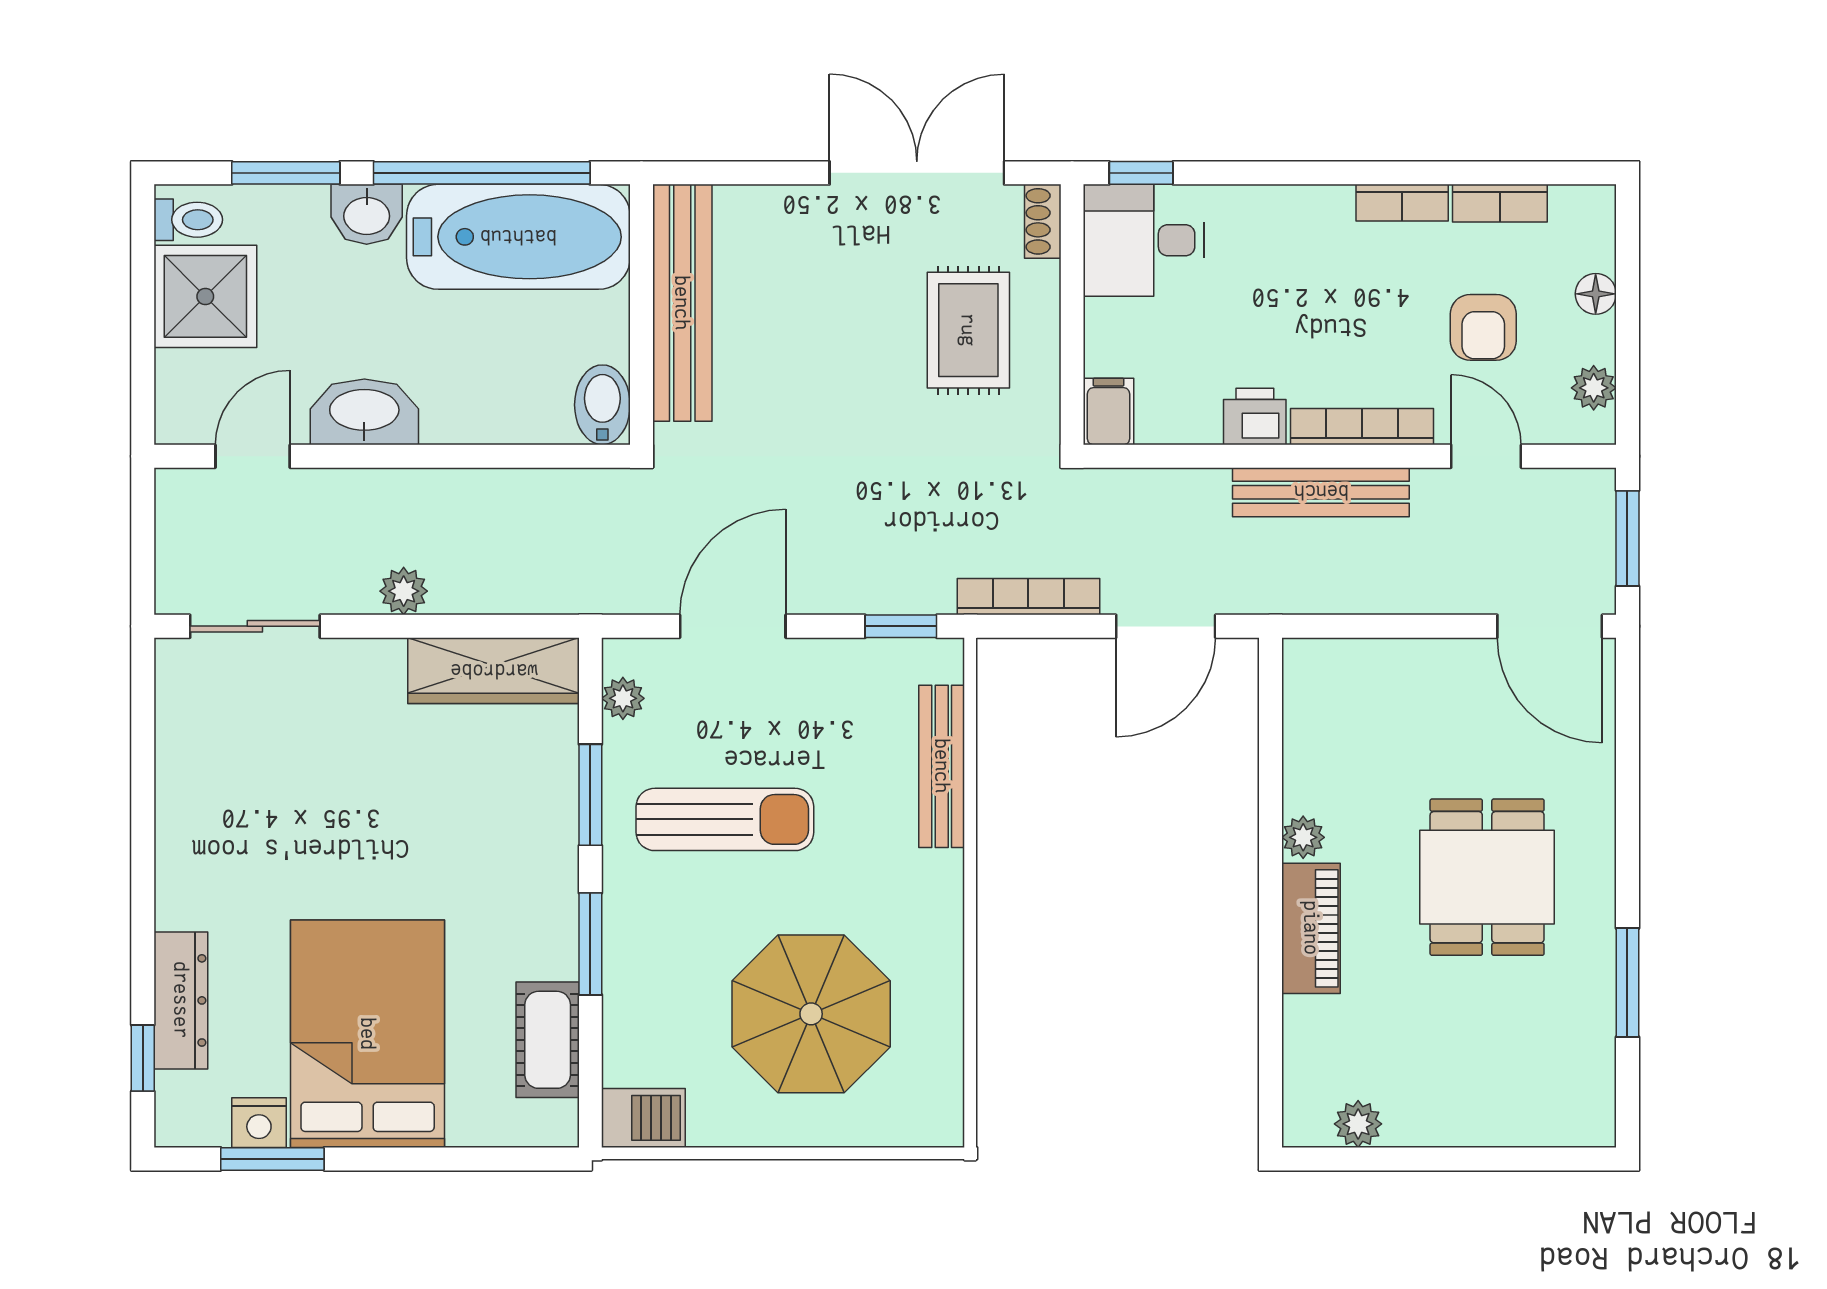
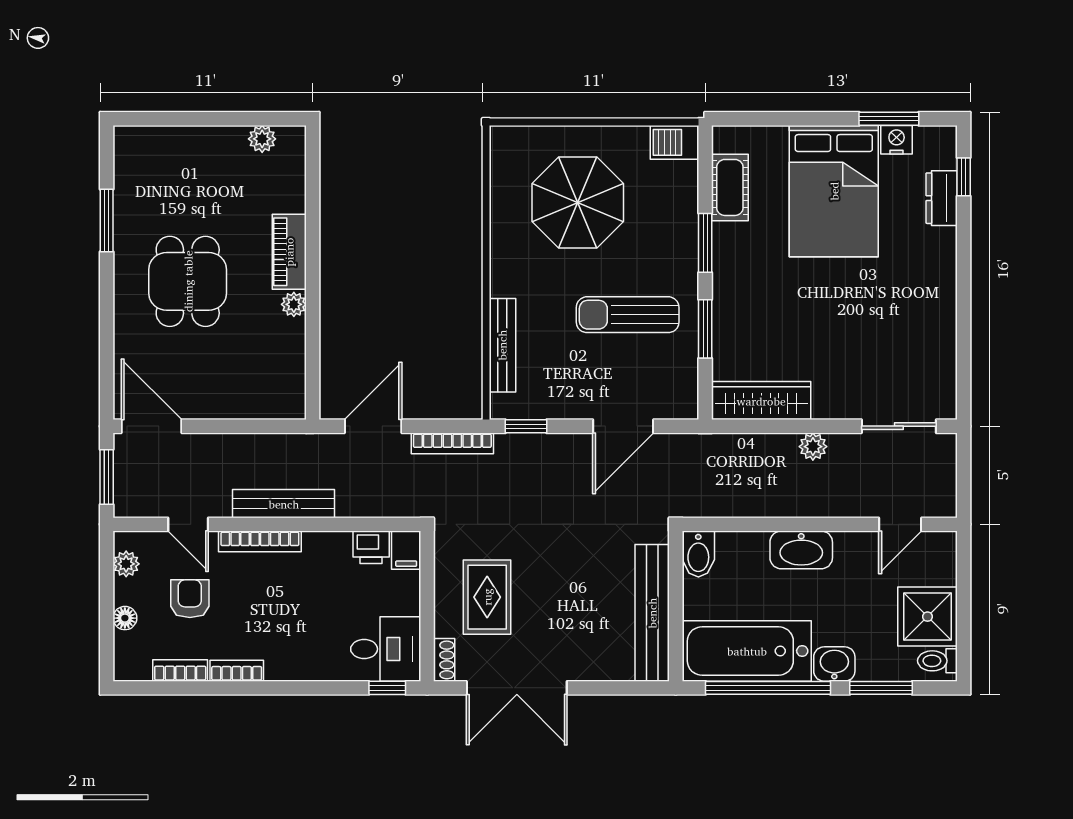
washbasin: (364, 412) -> (801, 550), moved
printer: (1255, 416) -> (371, 547), moved
plant: (623, 698) -> (686, 385), removed
dresser: (181, 1000) -> (942, 198), width x0.70

